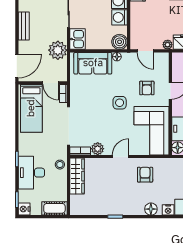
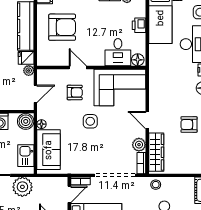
kitchen sink: (78, 39) -> (26, 156), moved, turned -90
plant: (58, 50) -> (22, 187), moved
armchair: (145, 175) -> (189, 125), moved
wardrobe: (77, 176) -> (156, 152), moved, turned 90

